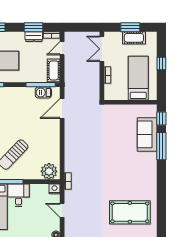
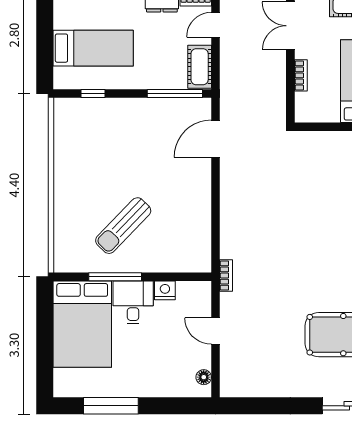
barbecue: (43, 92) -> (180, 108), removed
plant: (49, 171) -> (191, 257), removed
nightstand: (54, 189) -> (165, 290), moved

